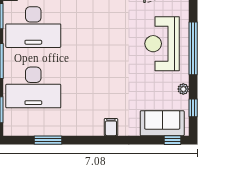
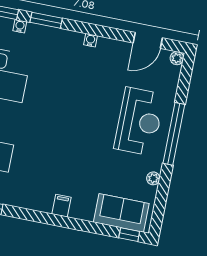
reception desk: (162, 44) -> (139, 121), turned 180
window: (193, 108) -> (160, 202), removed

